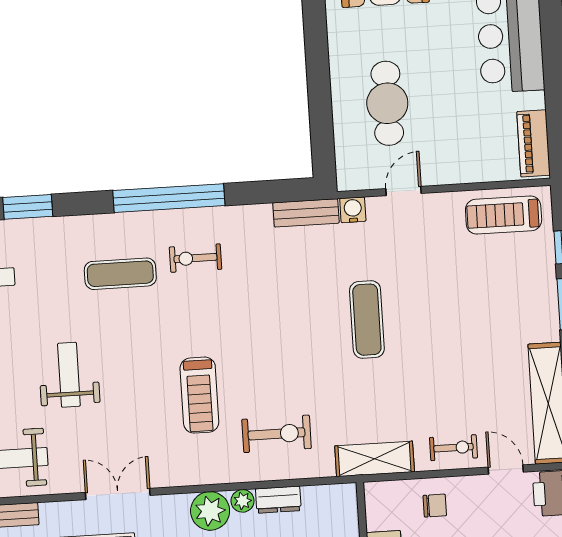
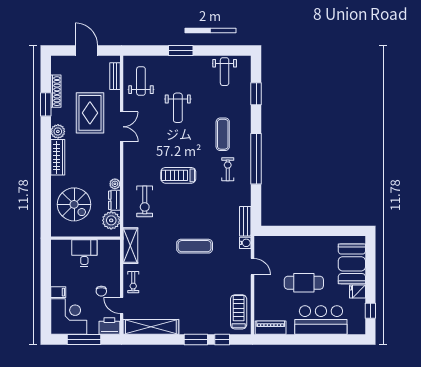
cafe table: (387, 103) -> (304, 283), moved
weight bench: (69, 375) -> (178, 108), turned 90
treadmill: (199, 395) -> (178, 175), moved
door: (506, 470) -> (122, 306), swing flipped
chair: (435, 506) -> (101, 291), moved
plant: (210, 511) -> (111, 220), moved

